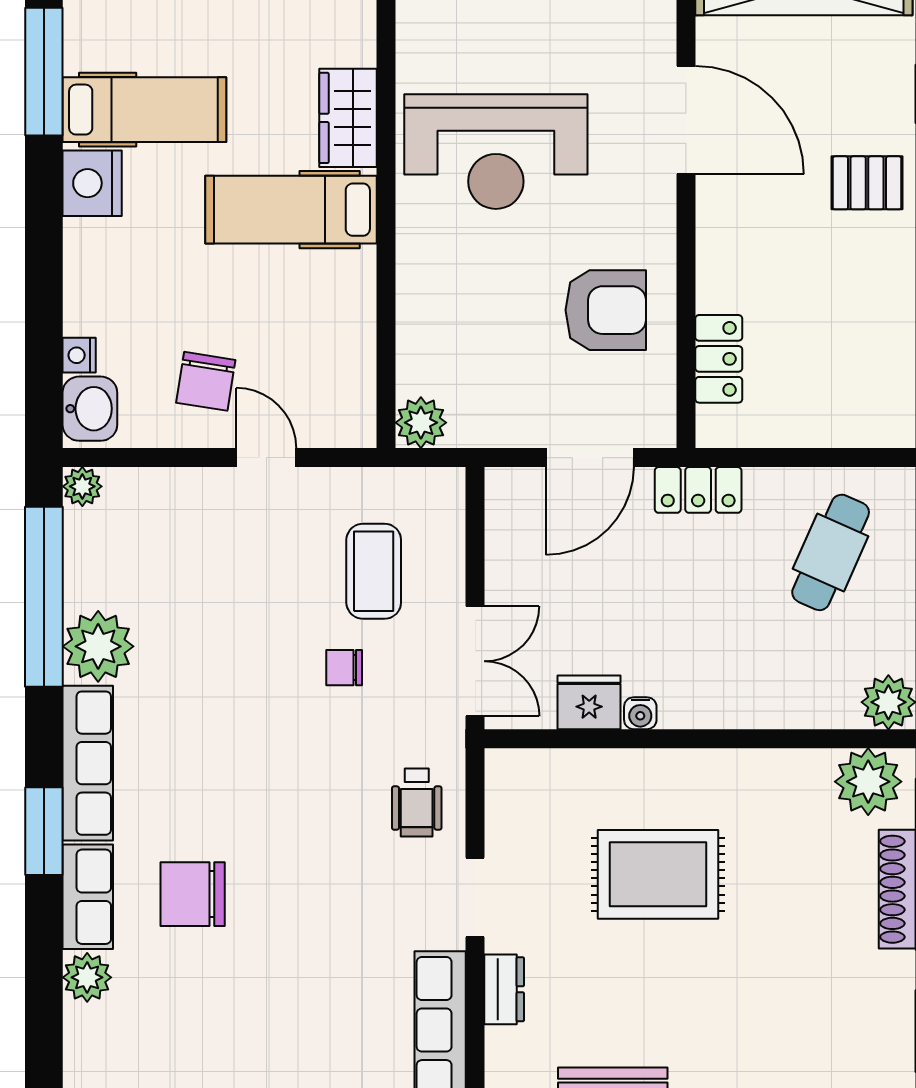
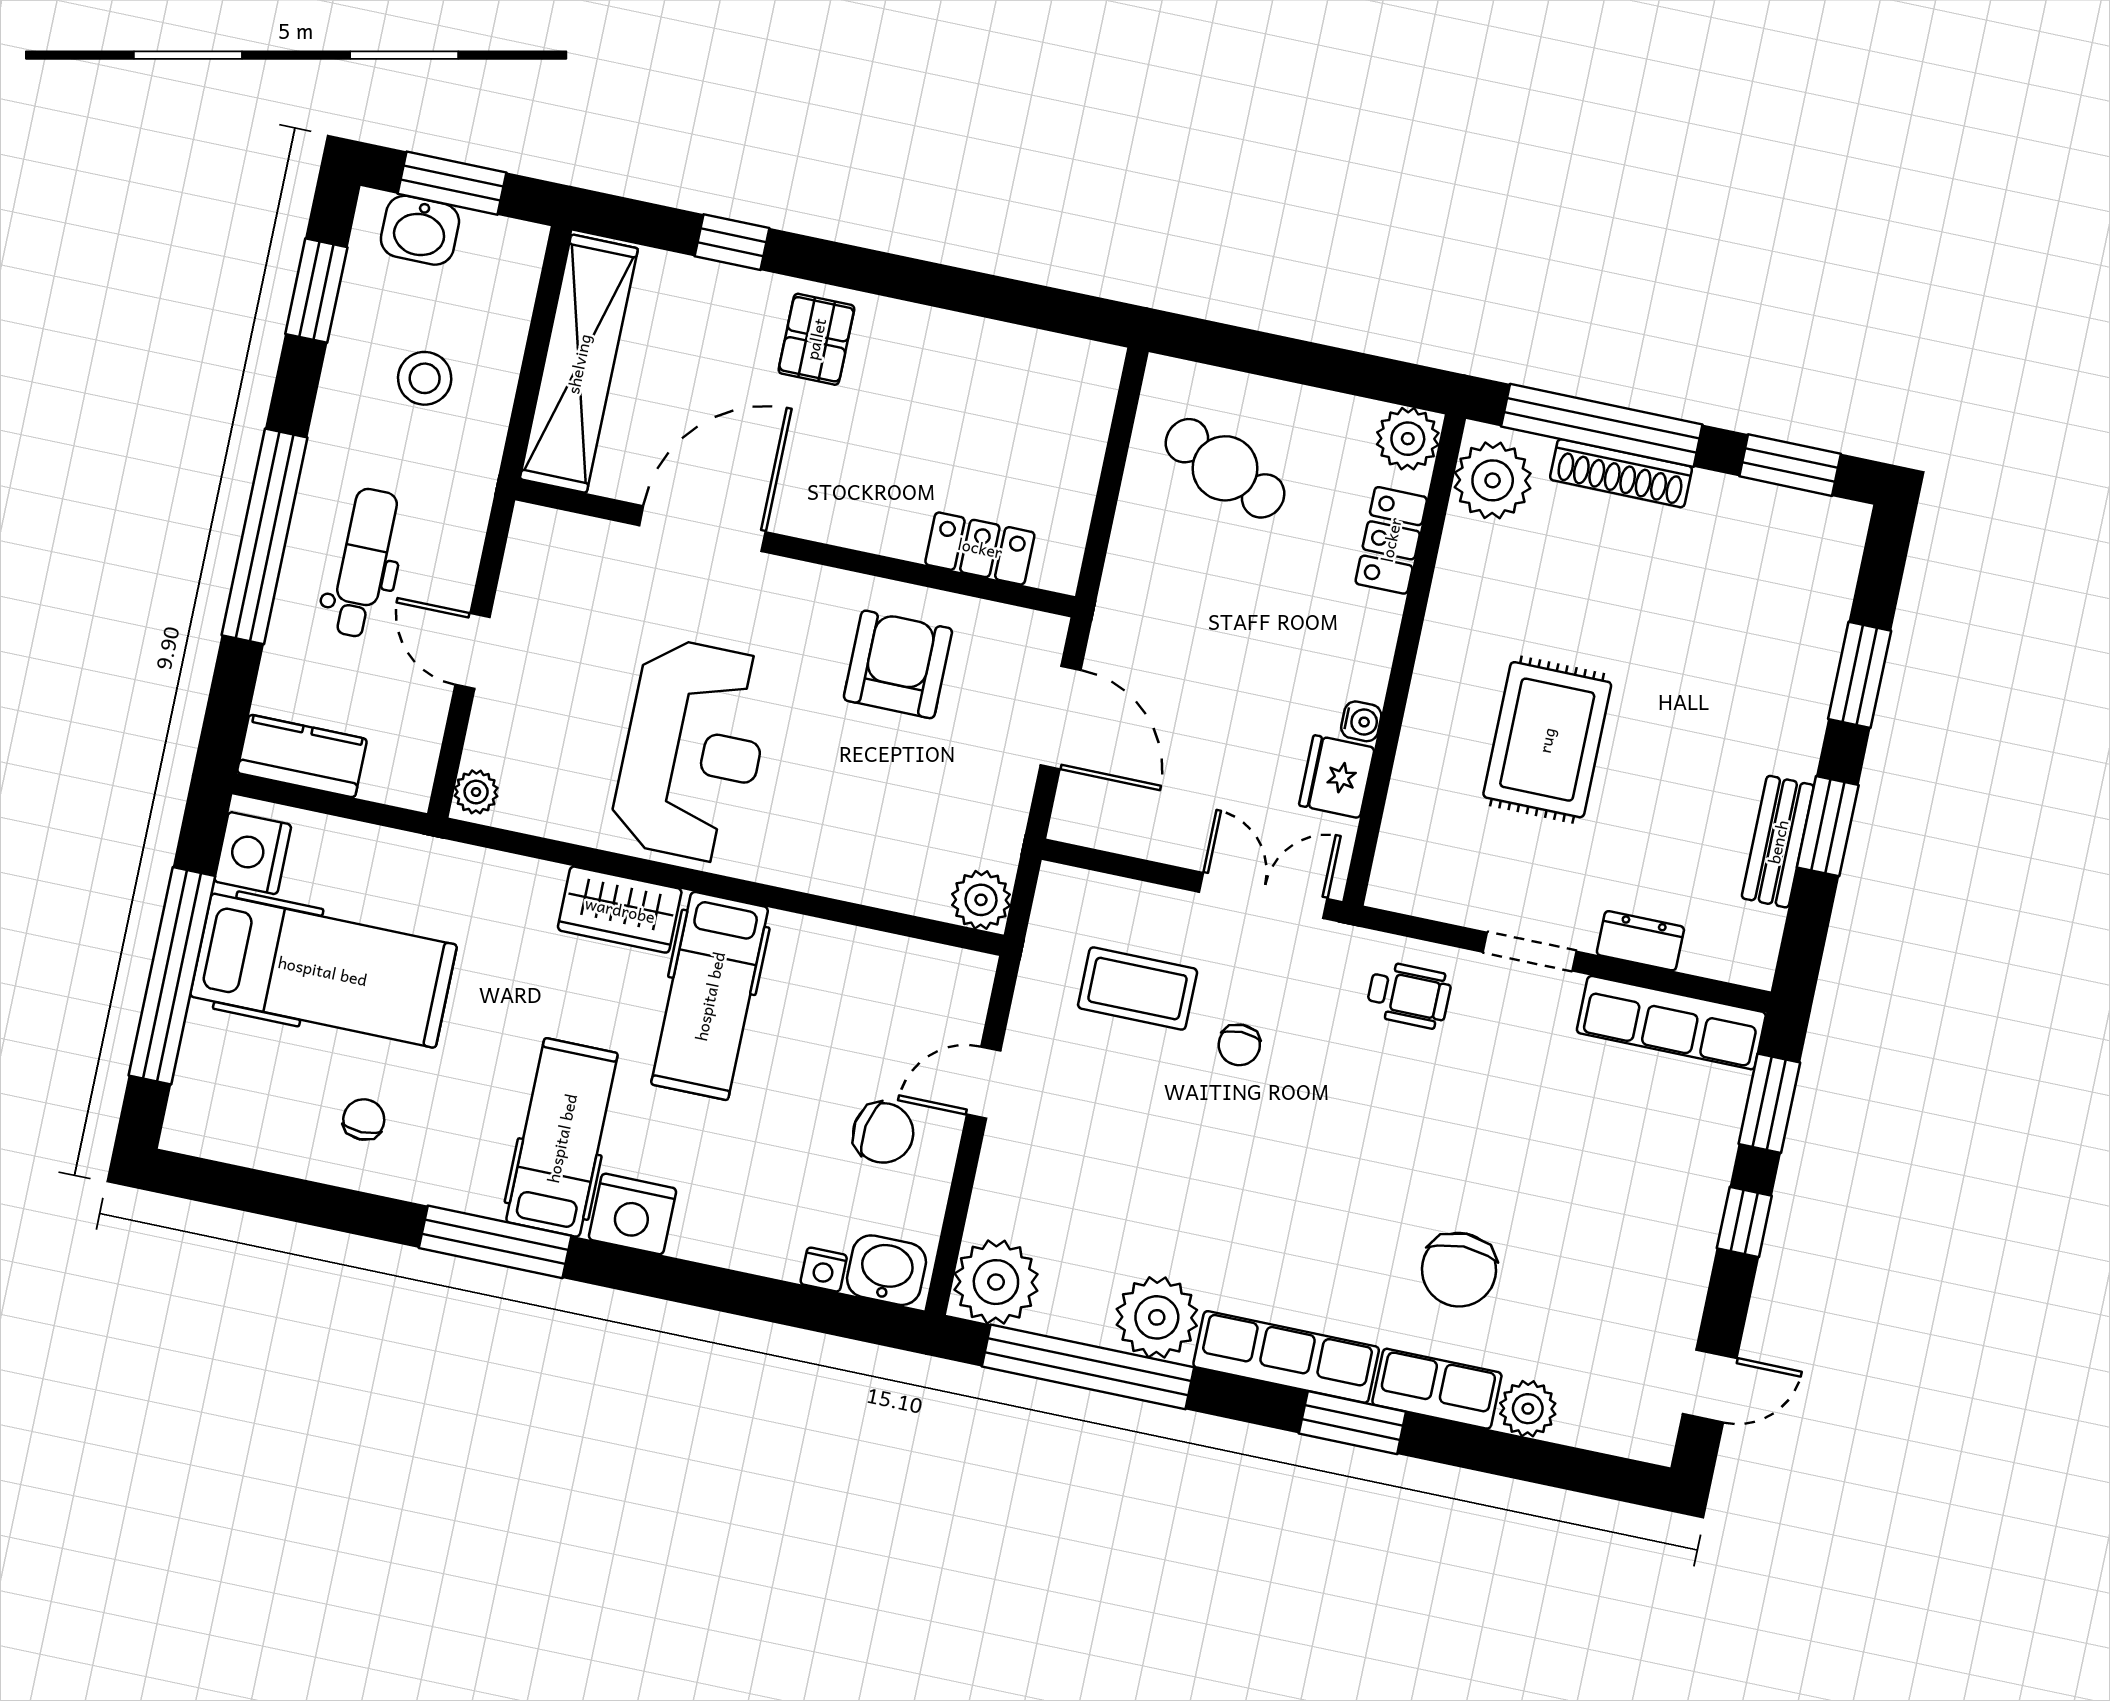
plant: (82, 486) -> (996, 1282), width x1.88, depth x1.88
locker: (698, 490) -> (1391, 540), moved, turned 180

